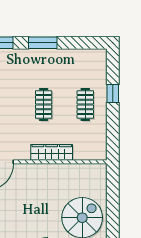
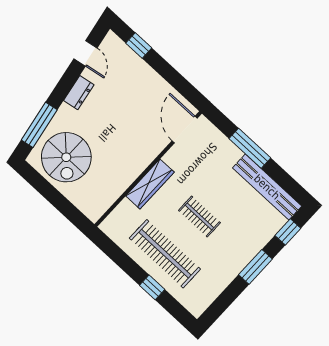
clothes rail: (85, 105) -> (165, 254), width x1.86, depth x1.31

